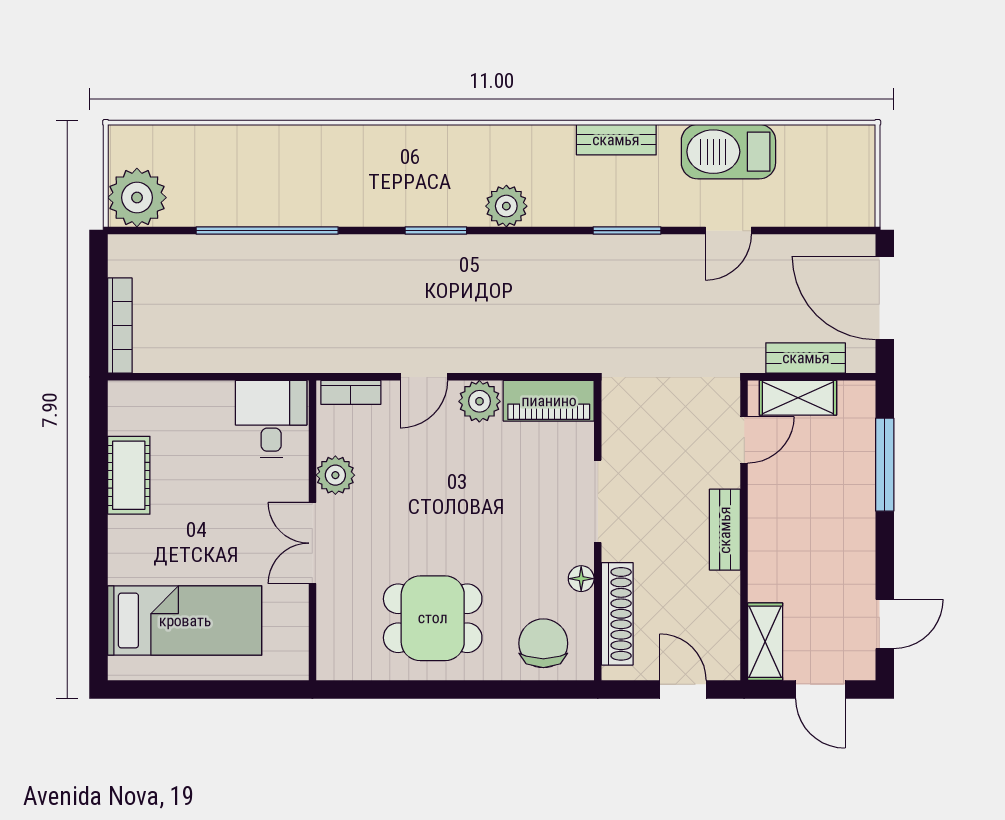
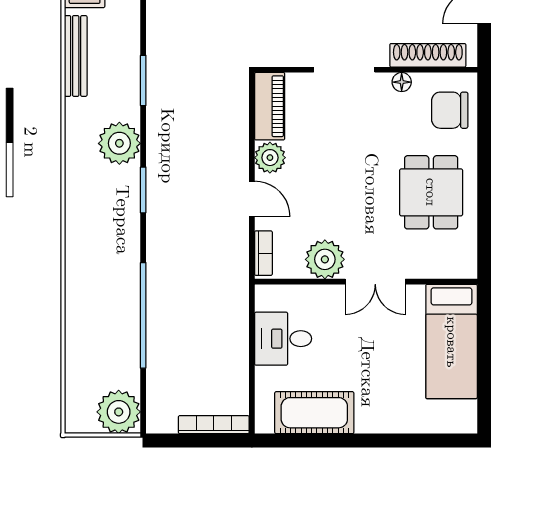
bench: (616, 140) -> (76, 56), width x1.36
plant: (506, 206) -> (119, 143), width x1.36, depth x1.36
window: (627, 231) -> (143, 80), moved
desk: (271, 419) -> (283, 339), moved
cot: (129, 475) -> (314, 413), width x1.37, depth x1.34
plant: (335, 475) -> (325, 259), width x1.36, depth x1.36
bed: (185, 621) -> (452, 342), moved, turned 180

